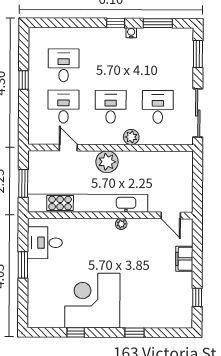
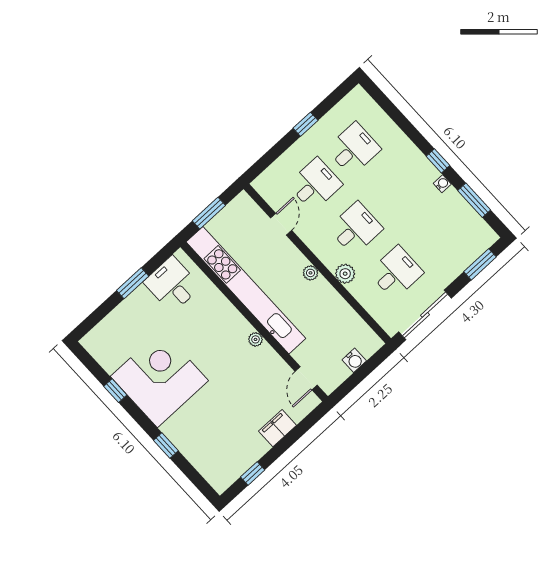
plant: (107, 162) -> (310, 273), width x0.53, depth x0.53
water cooler: (186, 178) -> (354, 360), added

